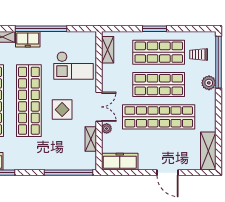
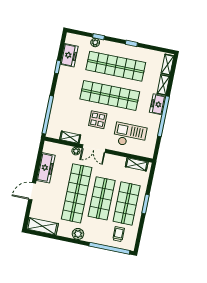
checkout: (73, 66) -> (130, 135), turned 90
plant: (209, 83) -> (78, 234), moved
freezer: (120, 162) -> (46, 168), moved

